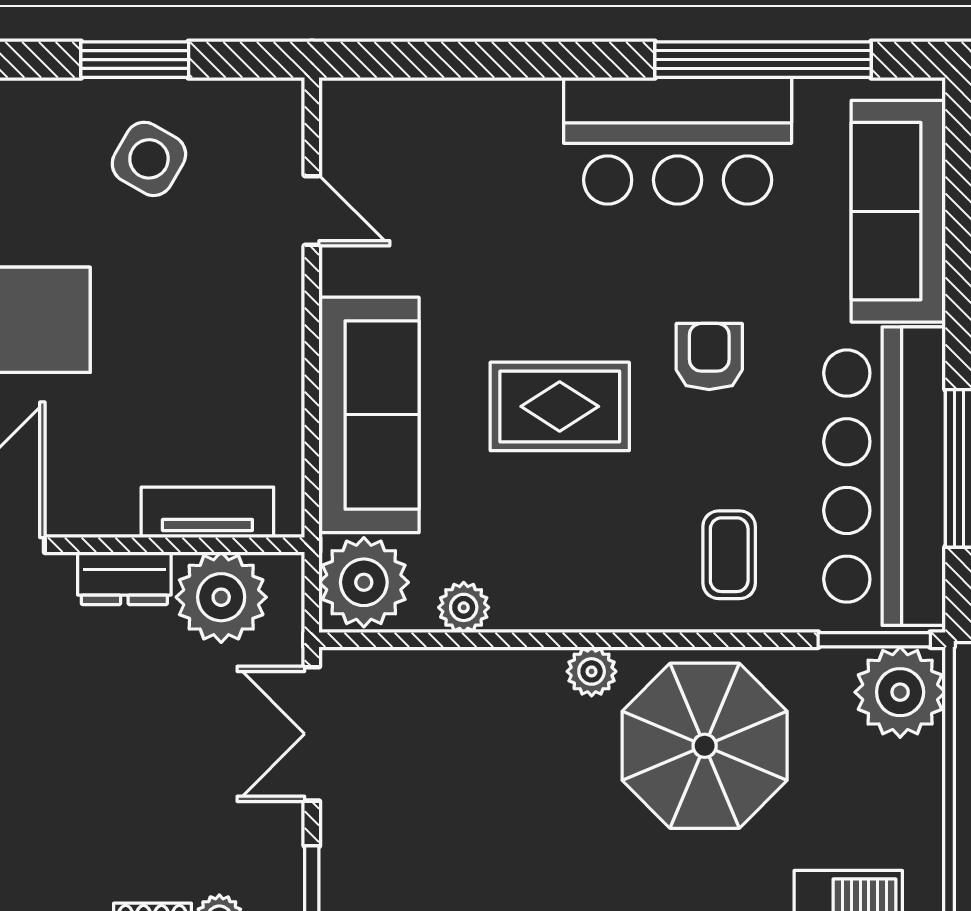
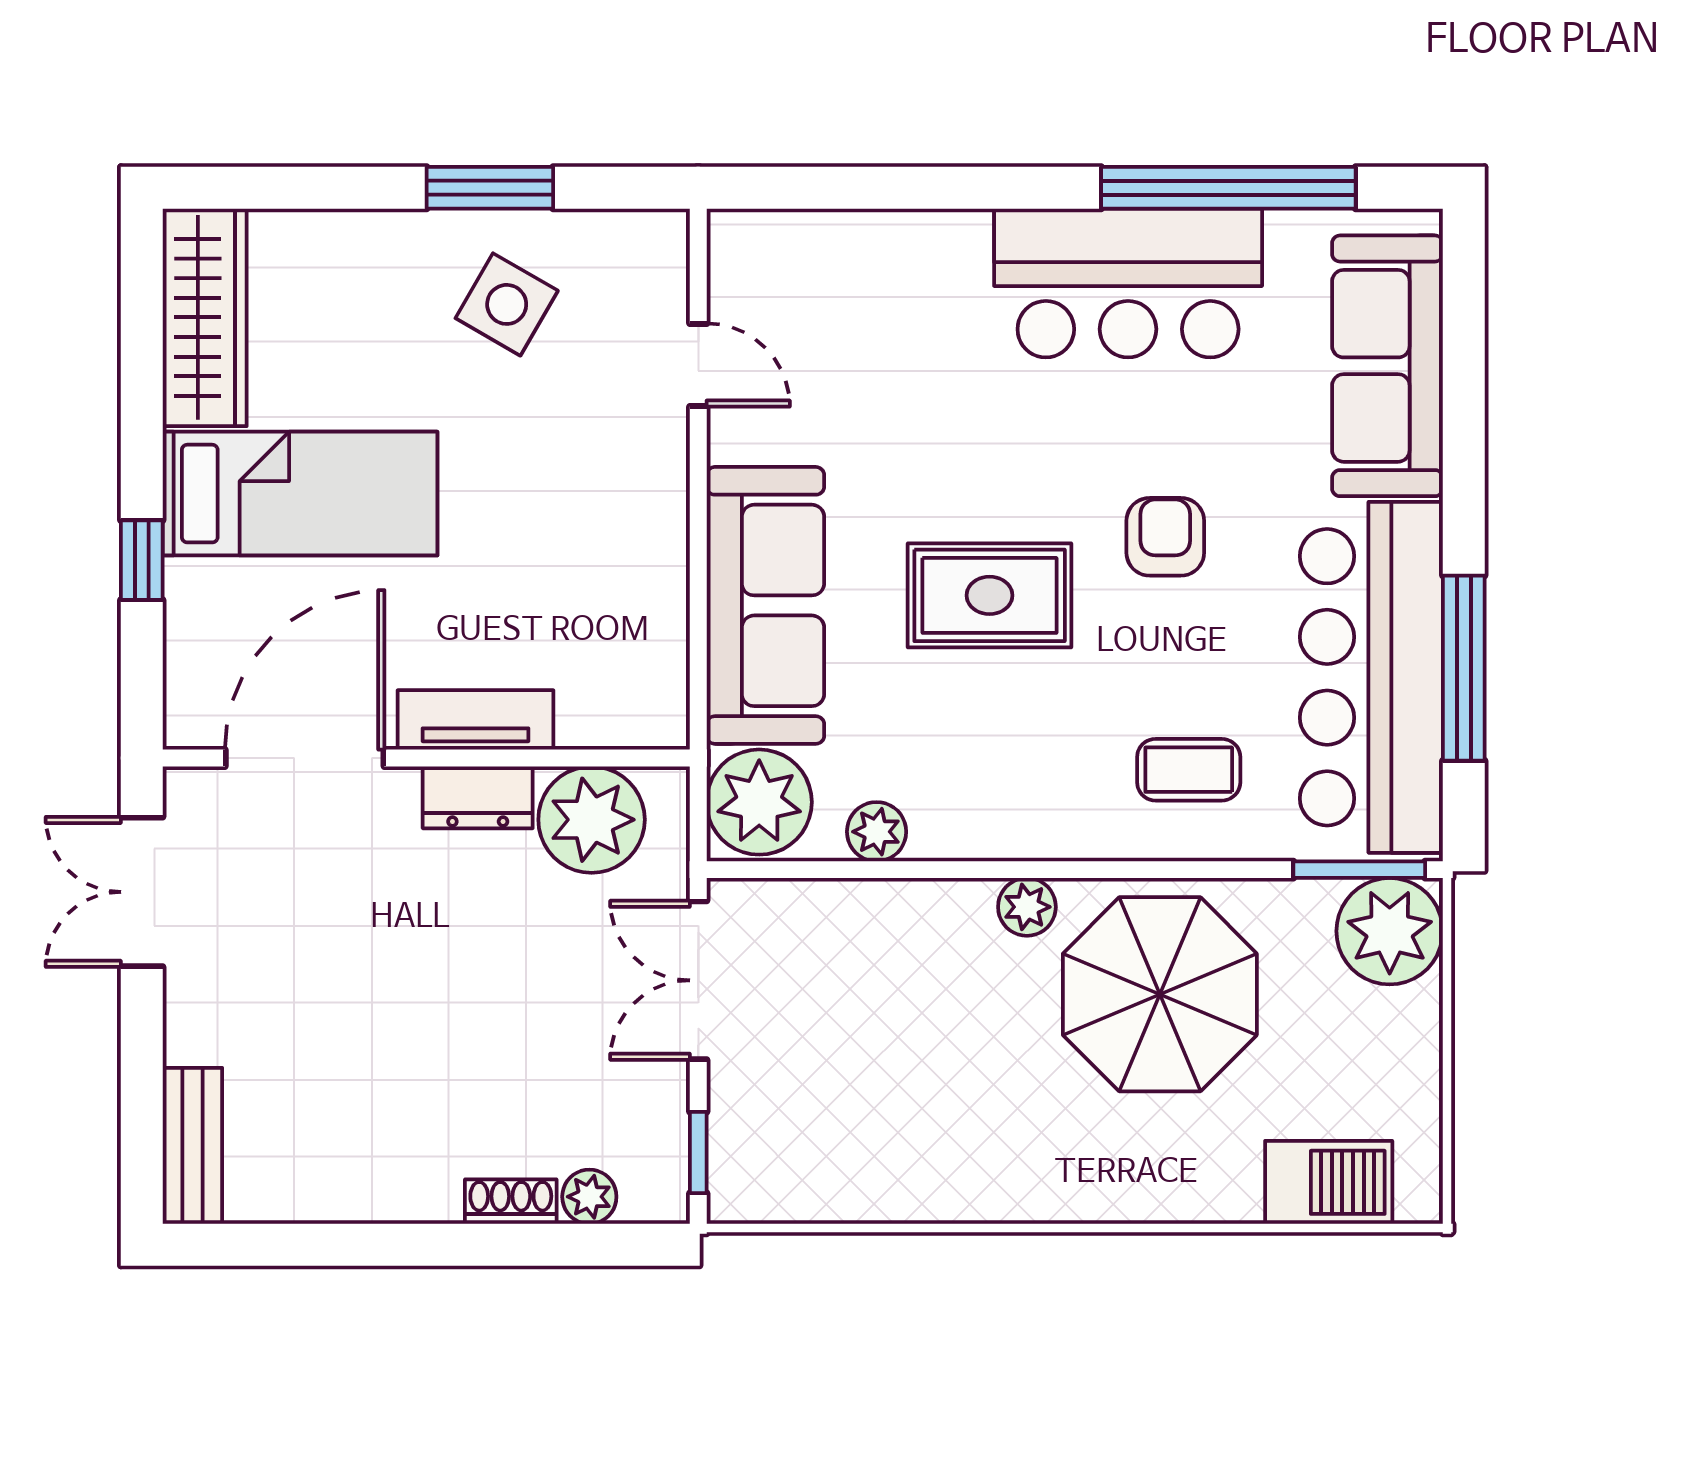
tv unit: (207, 512) -> (475, 720), moved
coffee table: (729, 555) -> (1189, 770), turned 90

